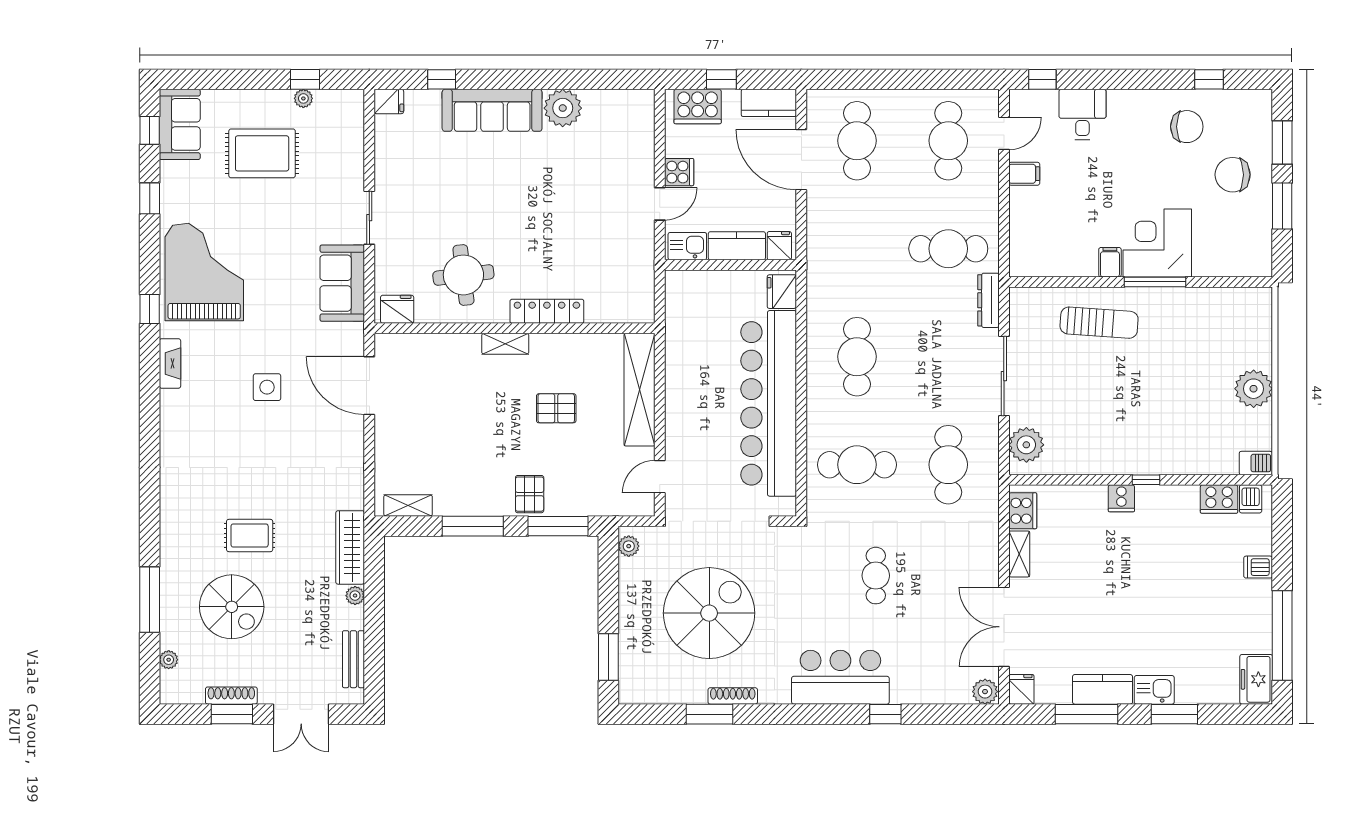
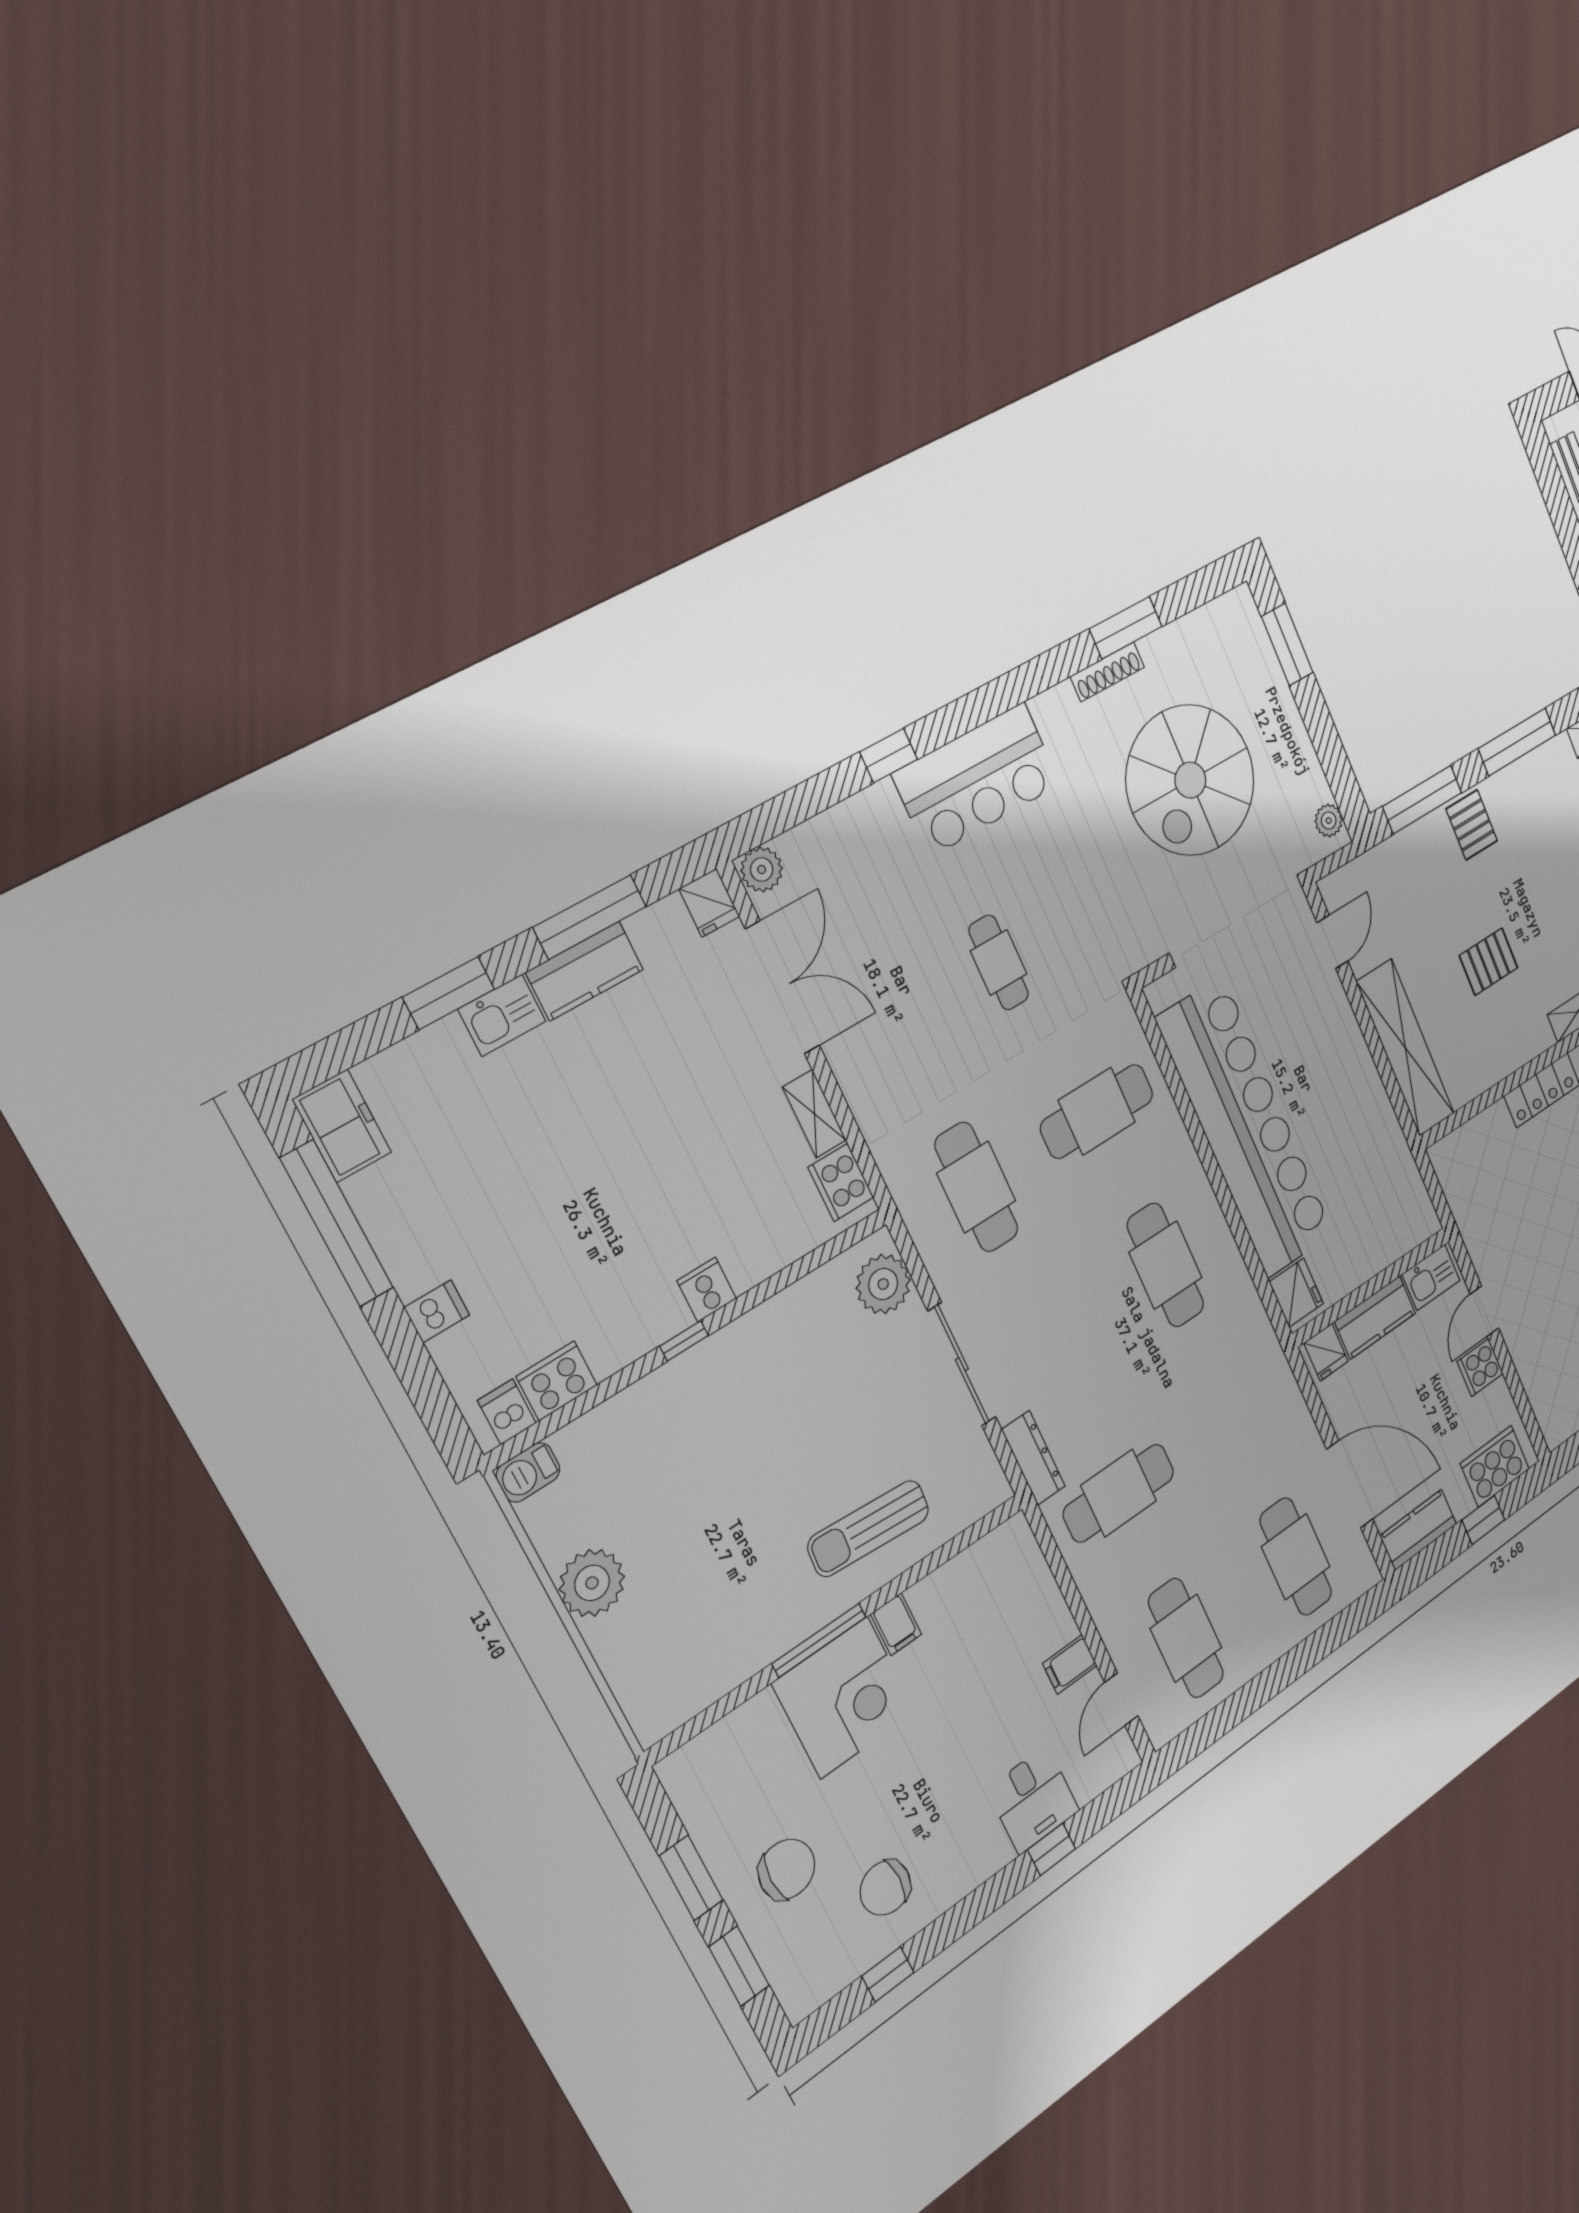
window: (1042, 79) -> (1052, 1849), moved

